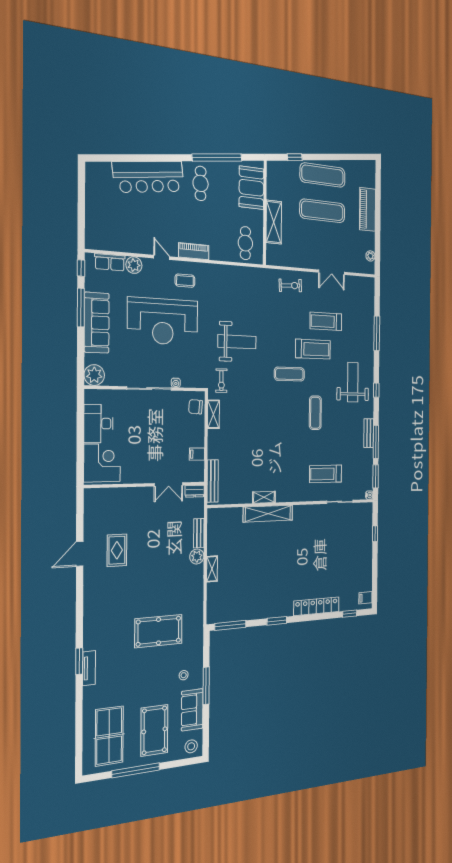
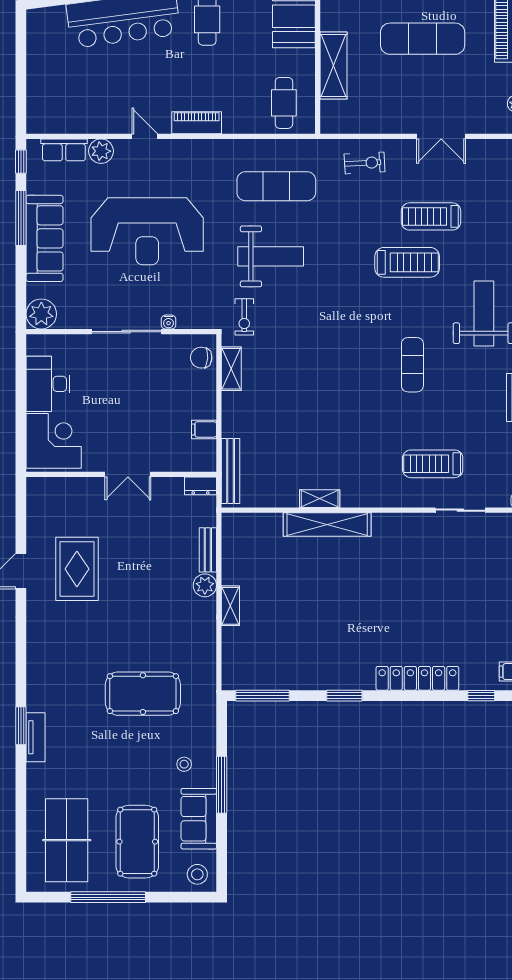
coffee table: (185, 281) -> (182, 168), removed
exercise mat: (289, 374) -> (276, 186), moved, width x1.36, depth x1.45
double door: (169, 484) -> (128, 474), moved
rug: (117, 550) -> (77, 569), width x1.36, depth x1.43

